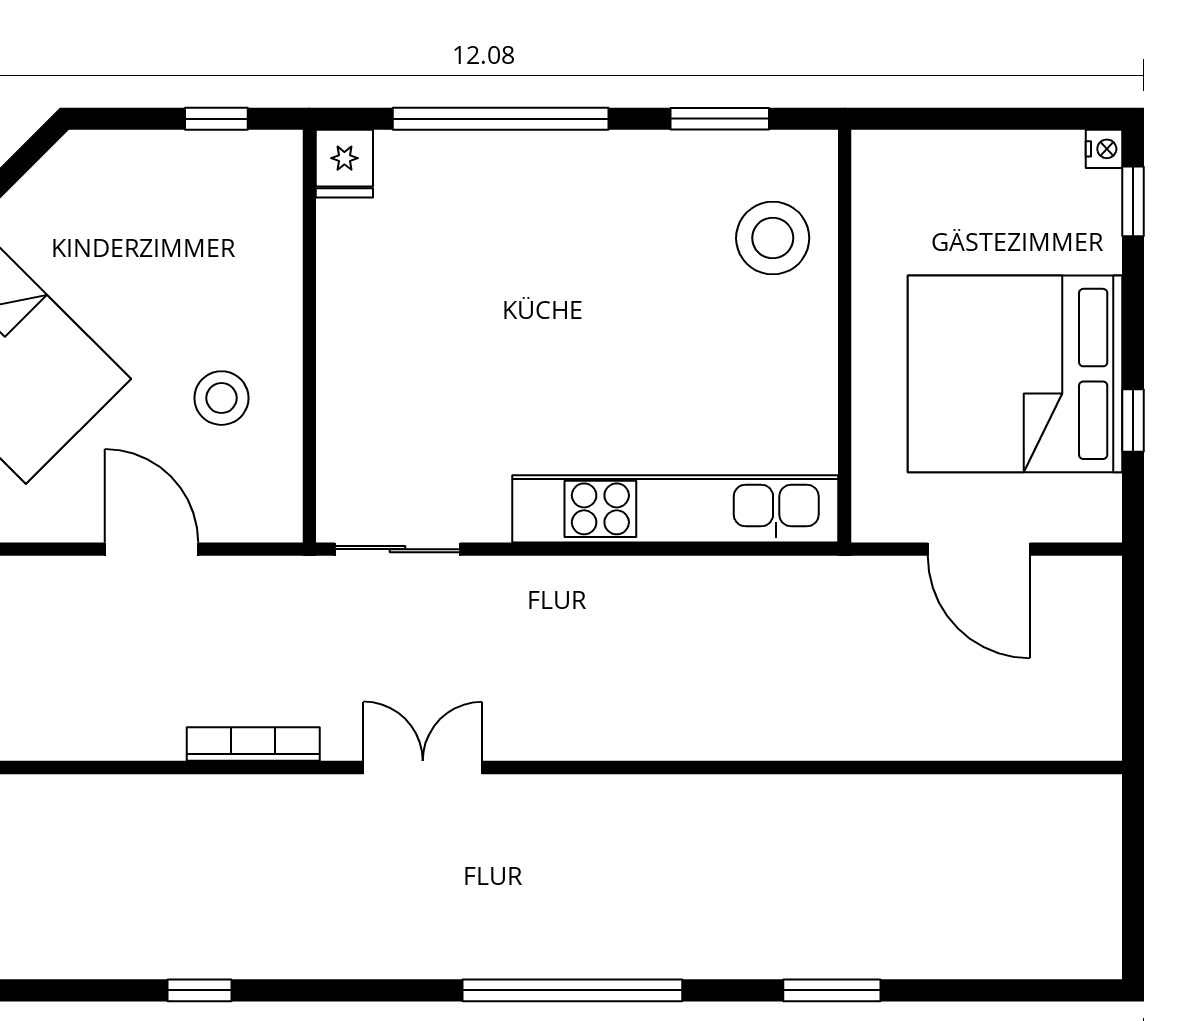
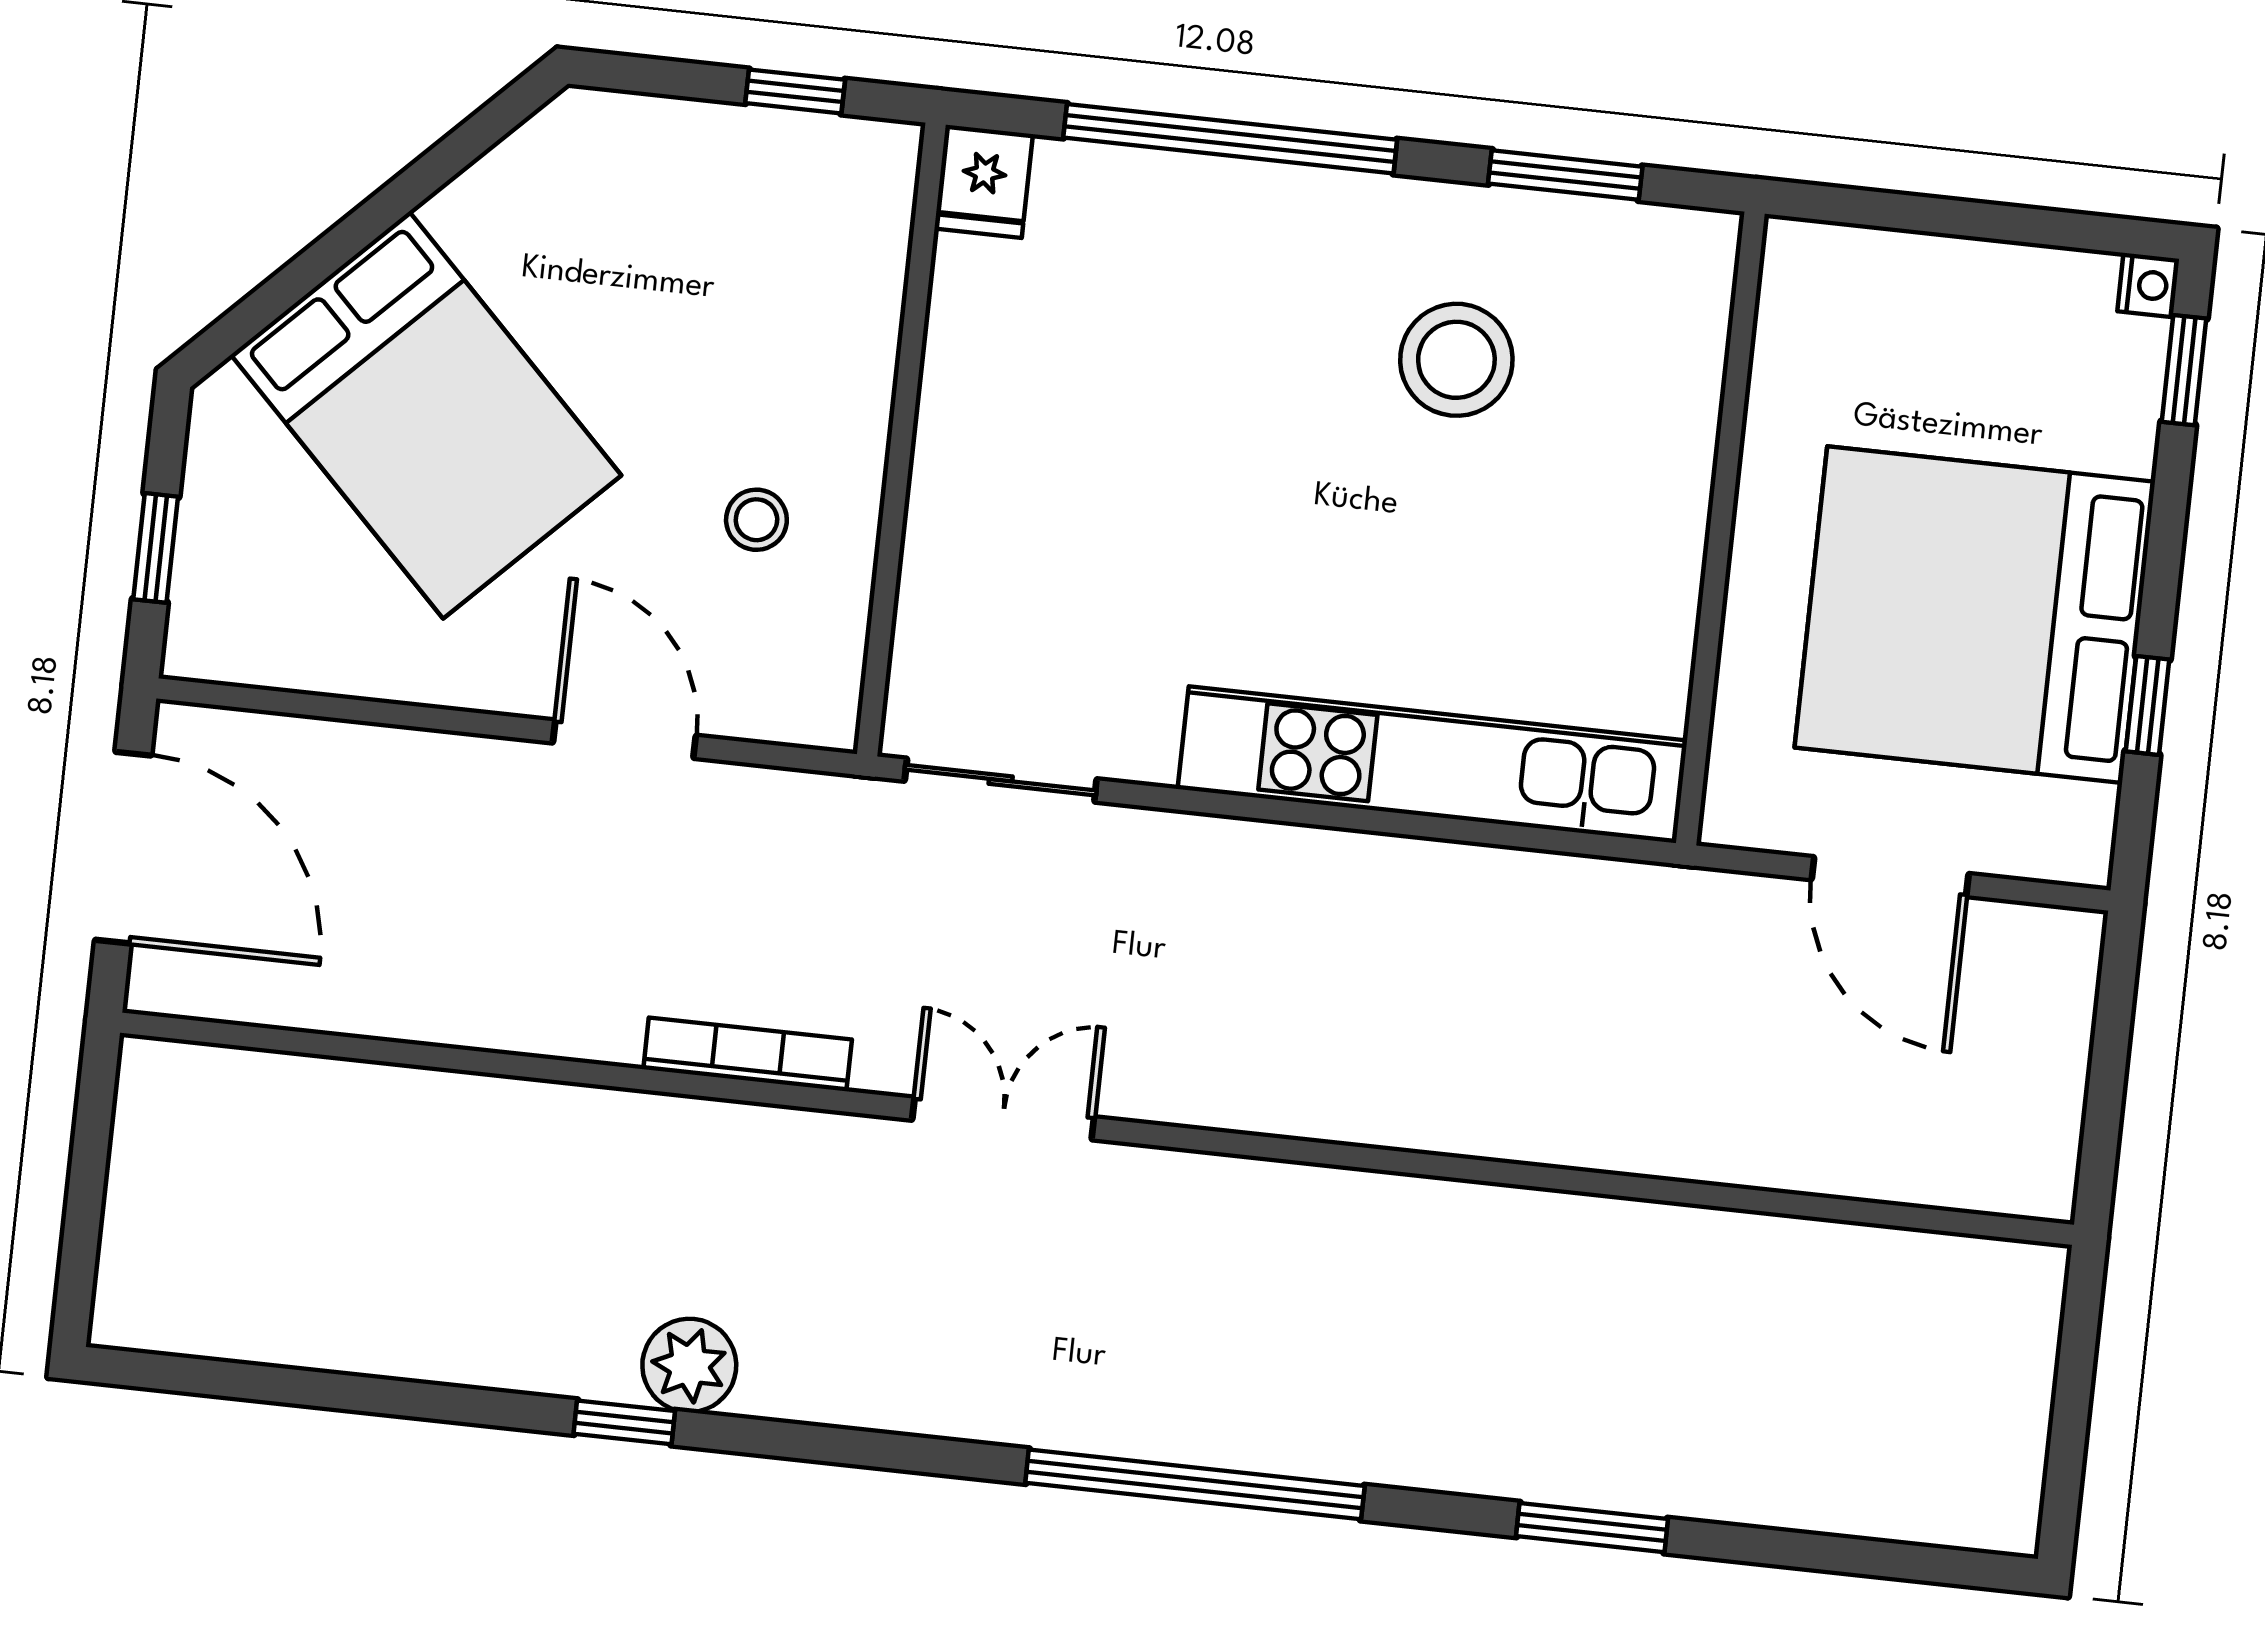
stool: (773, 238) -> (1456, 360), moved
stool: (221, 398) -> (756, 520), width x0.73, depth x0.73
plant: (237, 949) -> (689, 1365), added

